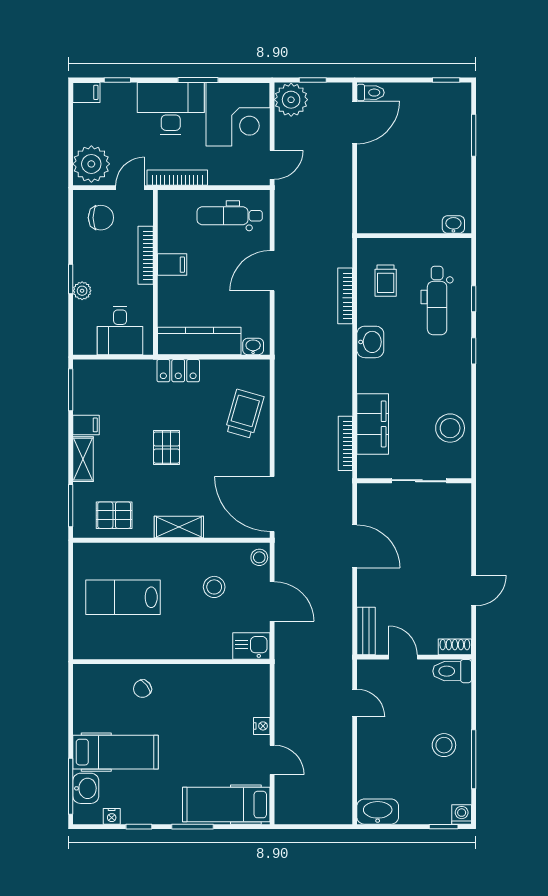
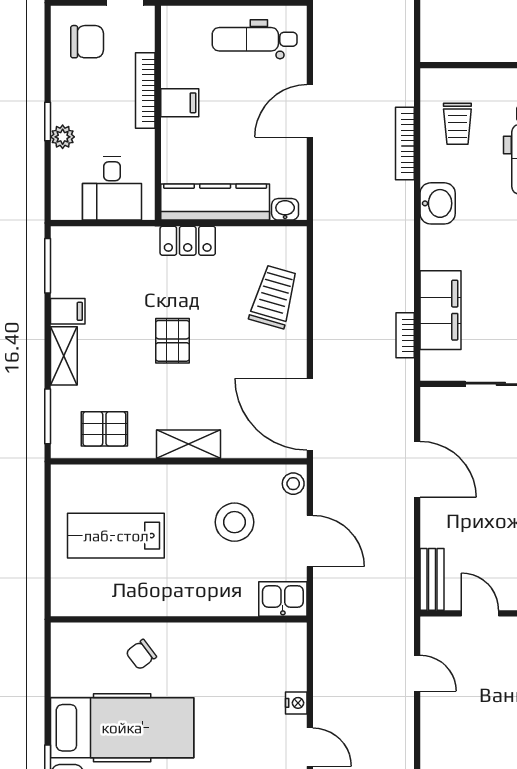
bookcase: (345, 443) -> (405, 335), width x0.64
stool: (214, 587) -> (234, 522), width x1.38, depth x1.38
hospital bed: (115, 752) -> (122, 728), width x1.37, depth x1.29

